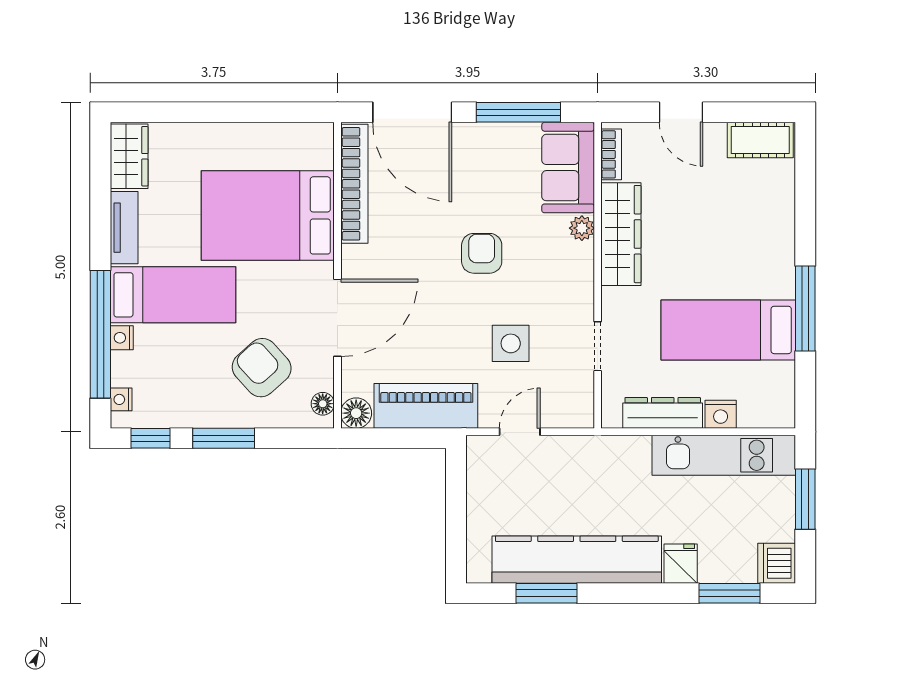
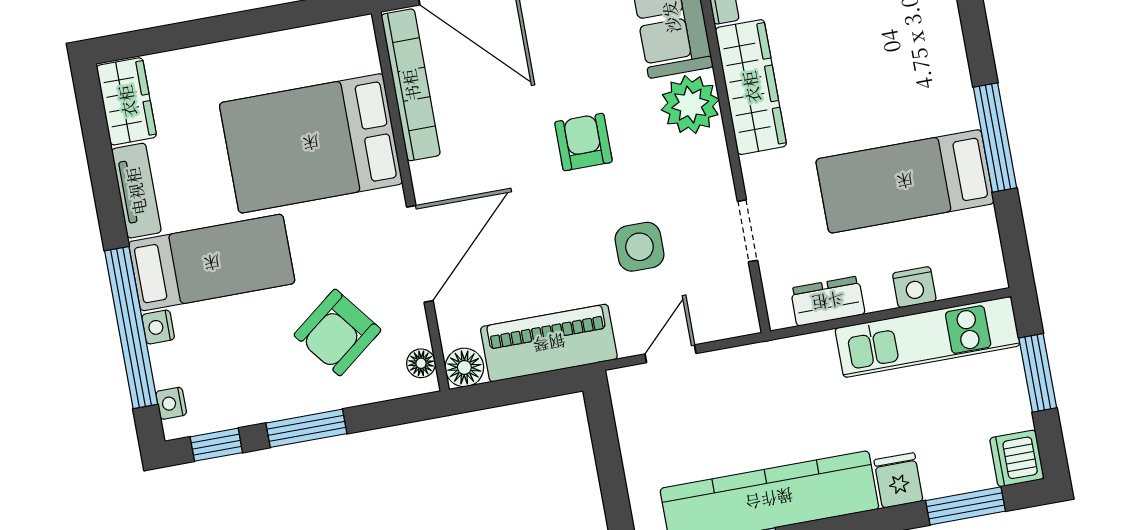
plant: (582, 228) -> (690, 105), width x1.87, depth x1.87
armchair: (262, 368) -> (337, 332), turned -86
dresser: (663, 413) -> (828, 301), width x0.70

